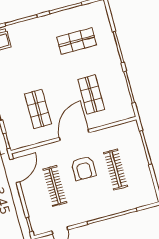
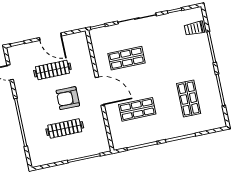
door: (15, 171) -> (50, 37), moved

